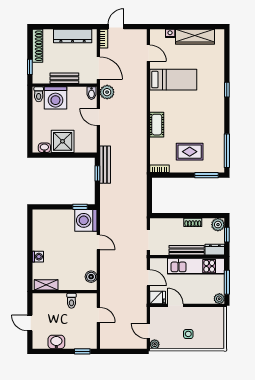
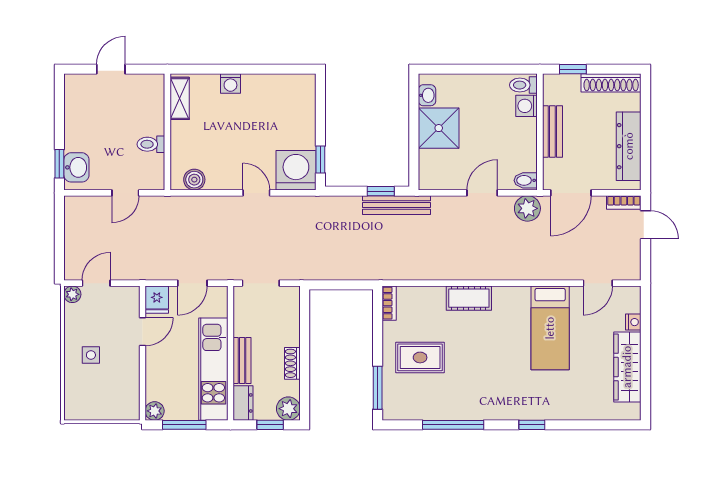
washing machine: (55, 98) -> (526, 106), width x0.53, depth x0.53
window: (227, 151) -> (453, 425), moved
rug: (190, 152) -> (420, 357), turned 90
door: (98, 242) -> (256, 193), swing flipped
bench: (187, 250) -> (242, 361), width x0.73
washbasin: (56, 342) -> (76, 167), moved

